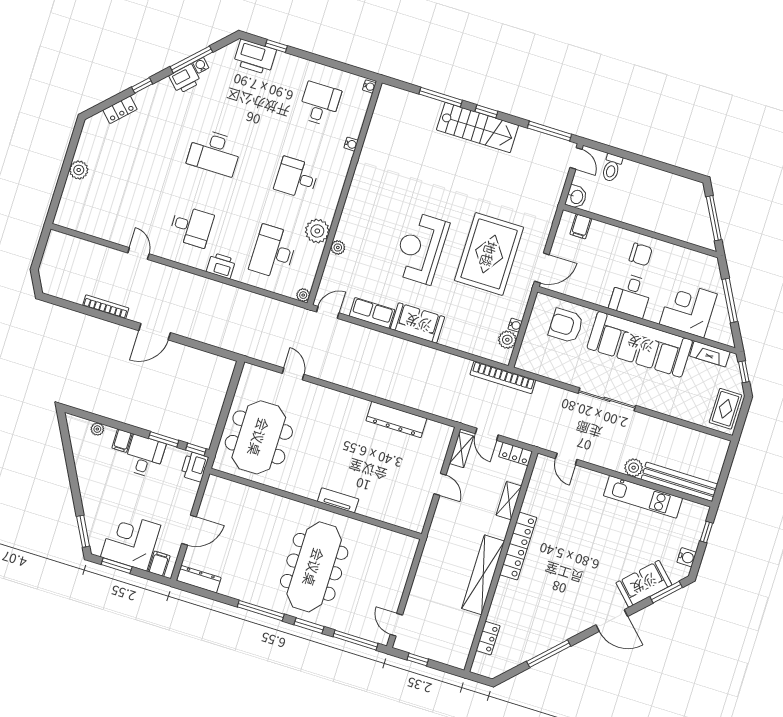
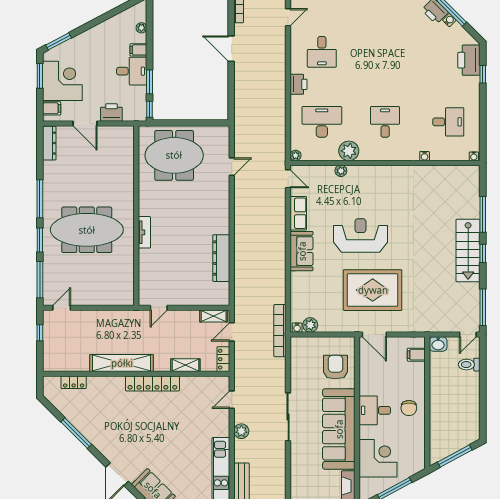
desk: (214, 152) -> (385, 52), removed
water cooler: (515, 325) -> (297, 328), moved
printer: (195, 466) -> (111, 112), moved
plant: (634, 468) -> (241, 431), moved
door: (440, 484) -> (159, 308), moved

